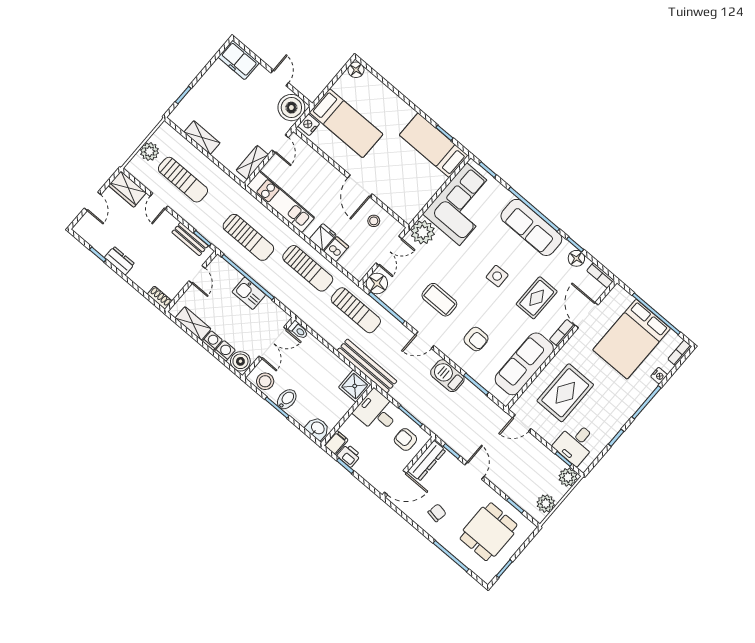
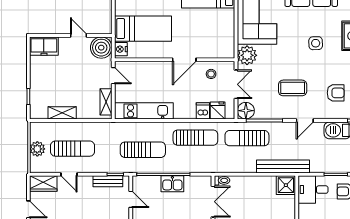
door: (360, 186) -> (184, 60), hinge flipped
fridge: (323, 237) -> (218, 111), moved
sun lounger: (356, 310) -> (247, 138), turned 180

